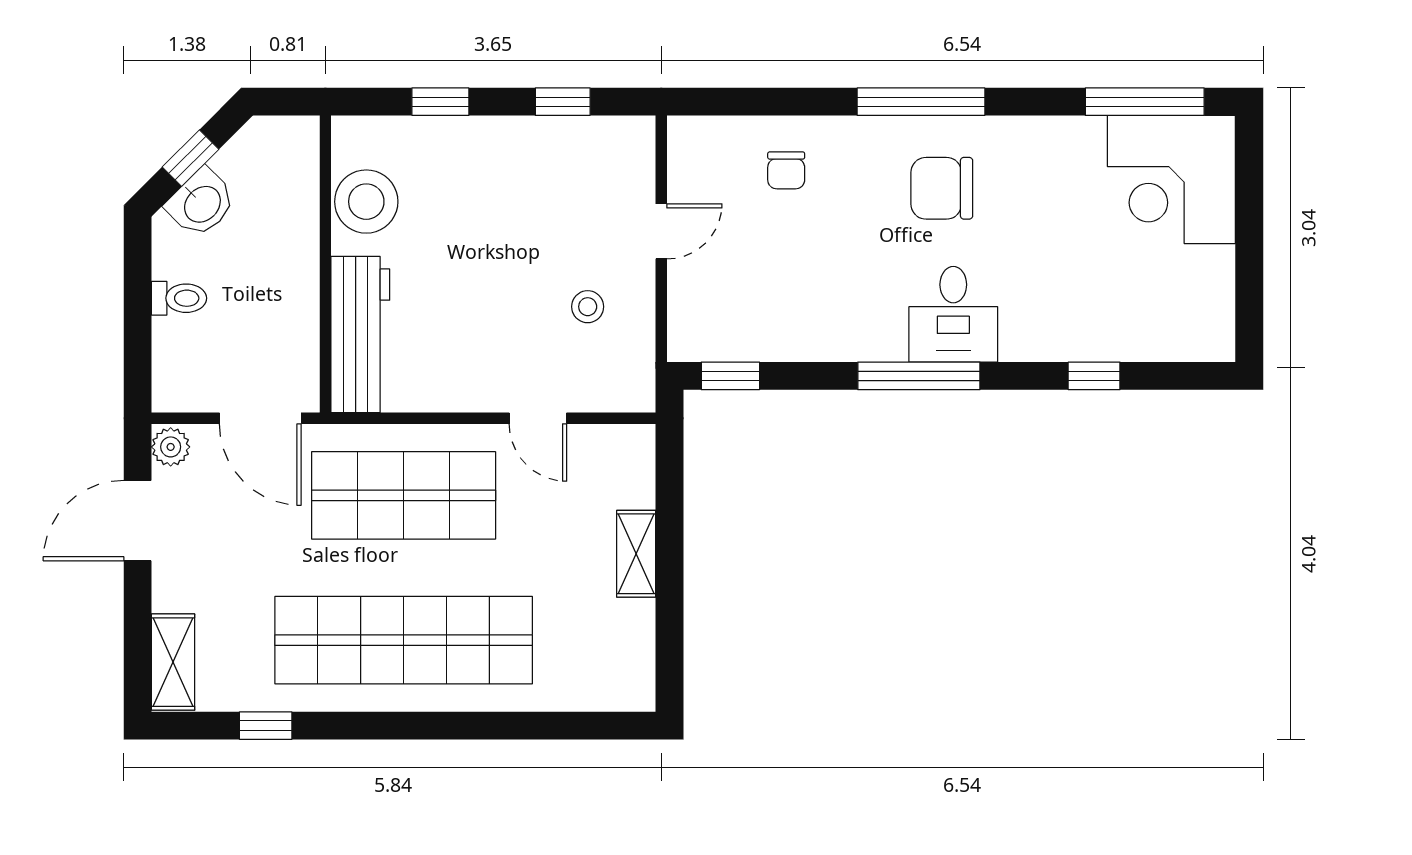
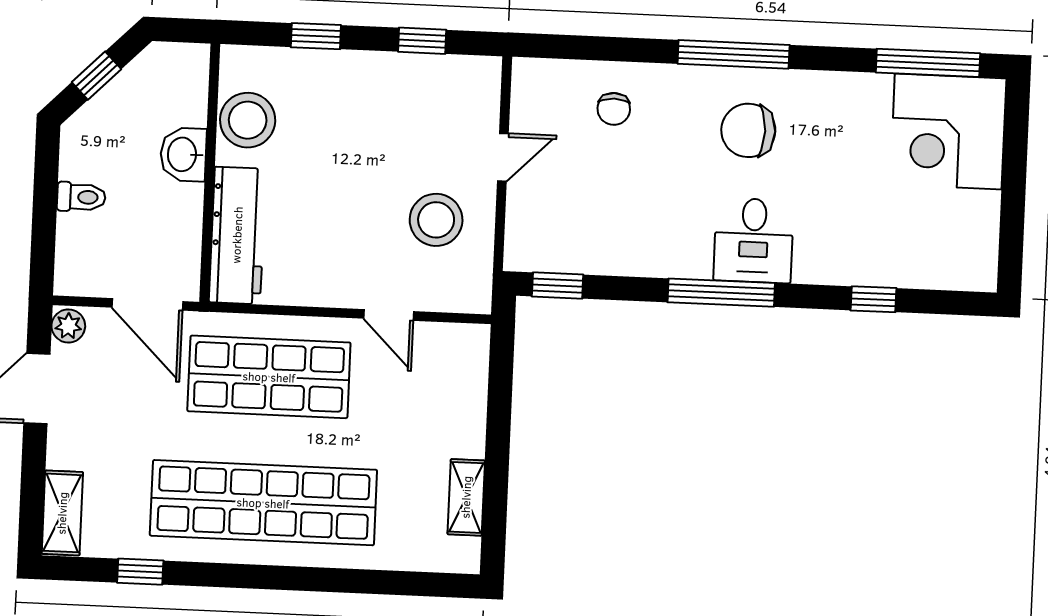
washbasin: (201, 203) -> (183, 154), moved, turned 135
stool: (588, 307) -> (436, 220), width x1.89, depth x1.89
shelving: (636, 554) -> (466, 497), moved

